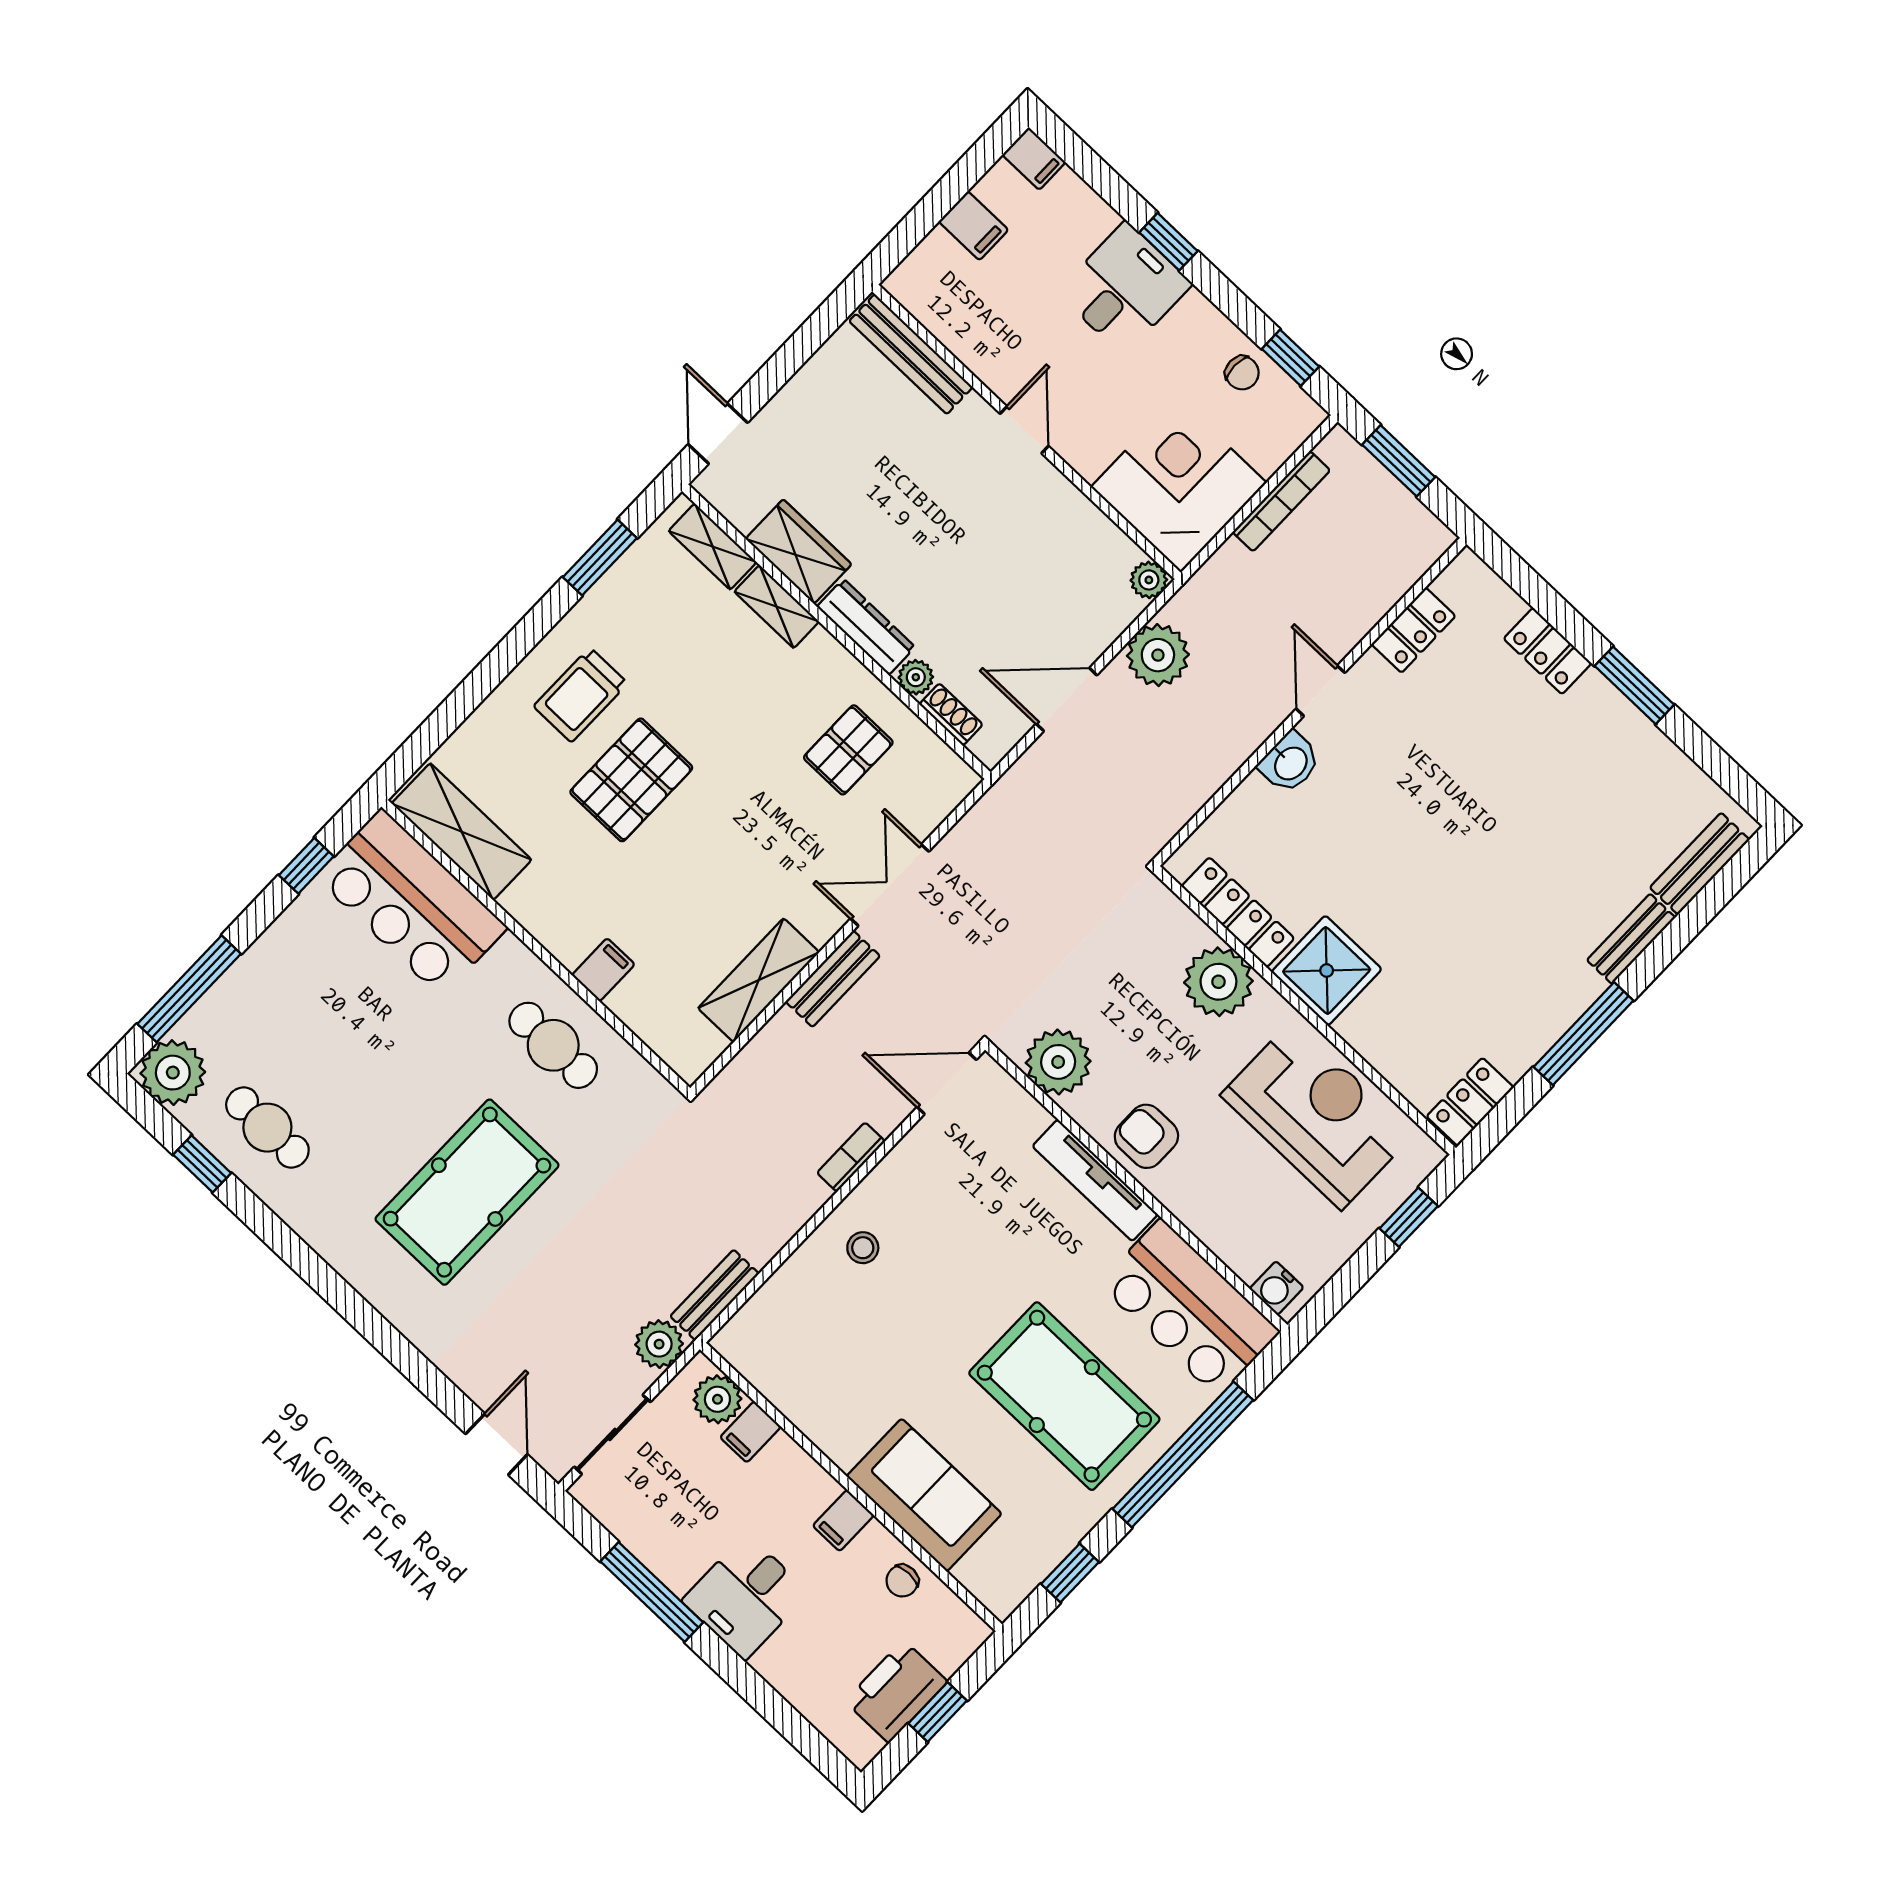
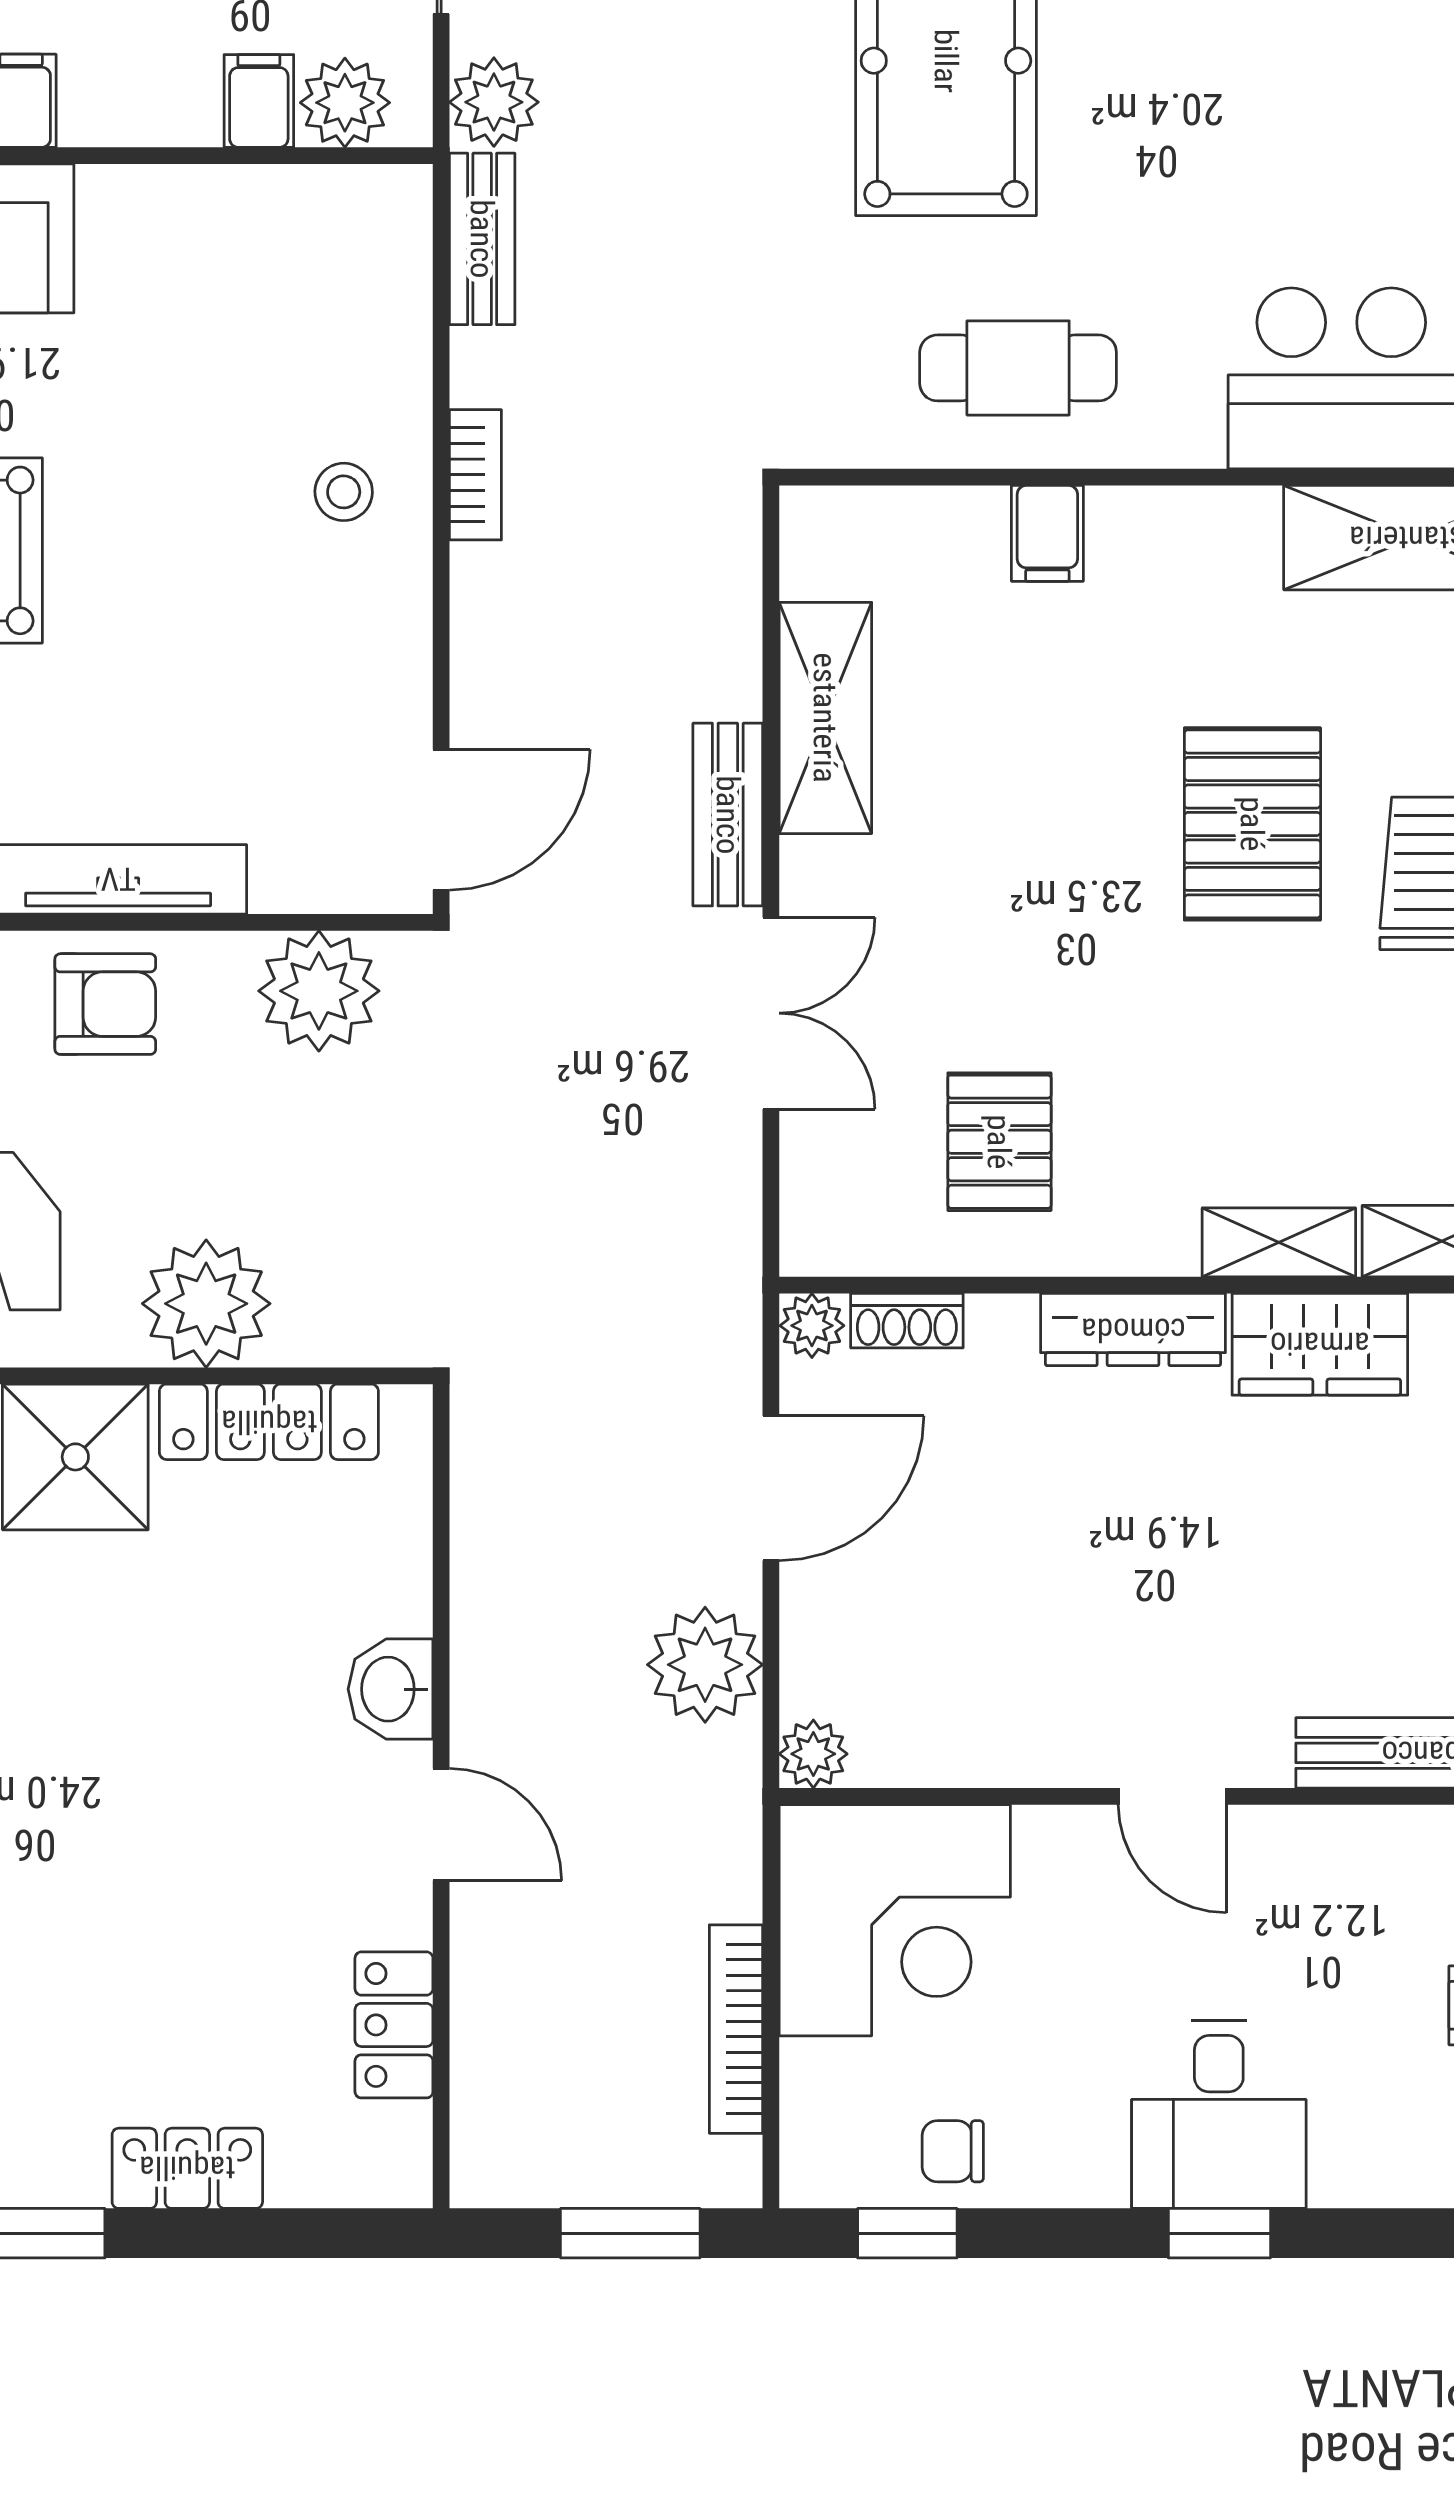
plant: (916, 677) -> (812, 1326), moved
bookcase: (851, 1157) -> (475, 475), moved

